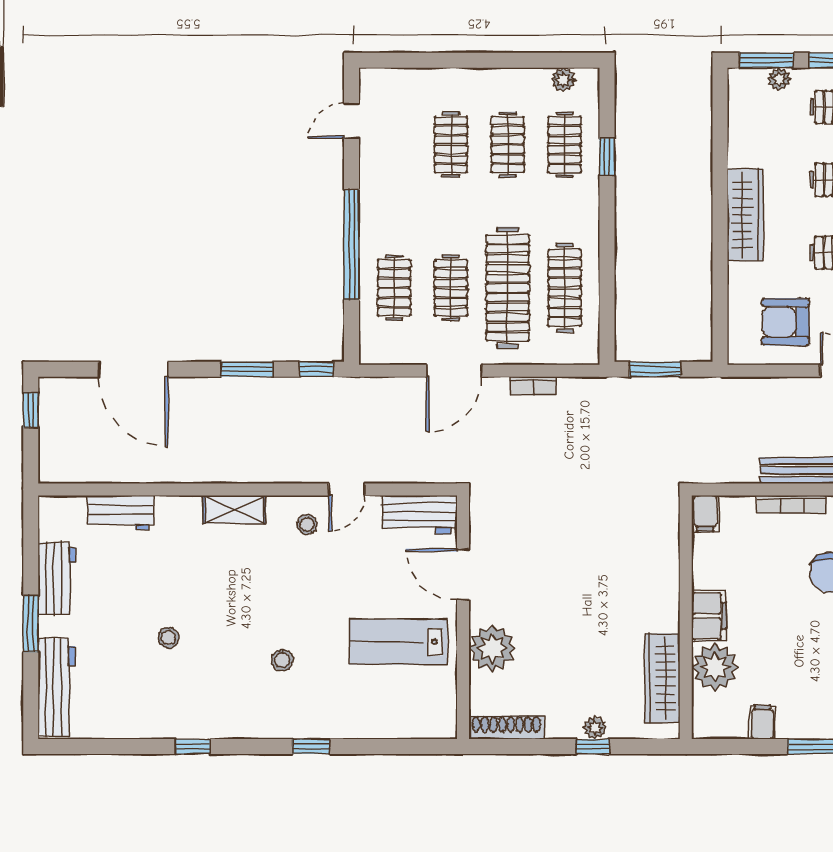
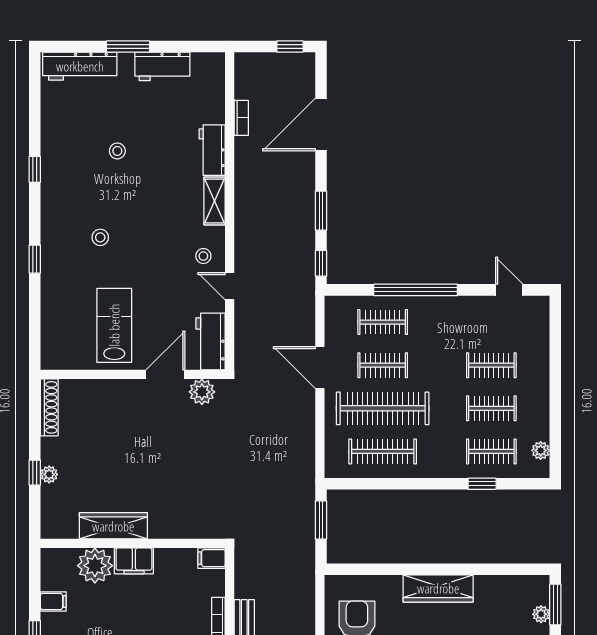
bookcase: (533, 386) -> (241, 118), moved, turned 180
workbench: (121, 513) -> (212, 150), moved
plant: (492, 648) -> (202, 392), moved, width x0.73, depth x0.73
wardrobe: (663, 678) -> (113, 526), moved

